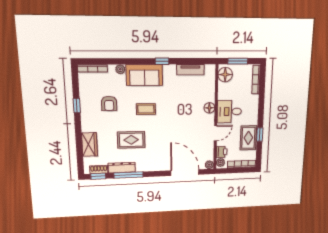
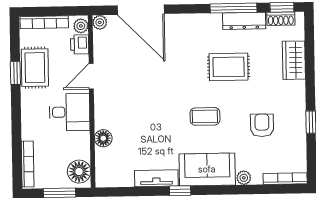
tv unit: (190, 70) -> (156, 178), moved
floor lamp: (209, 108) -> (103, 138), moved

